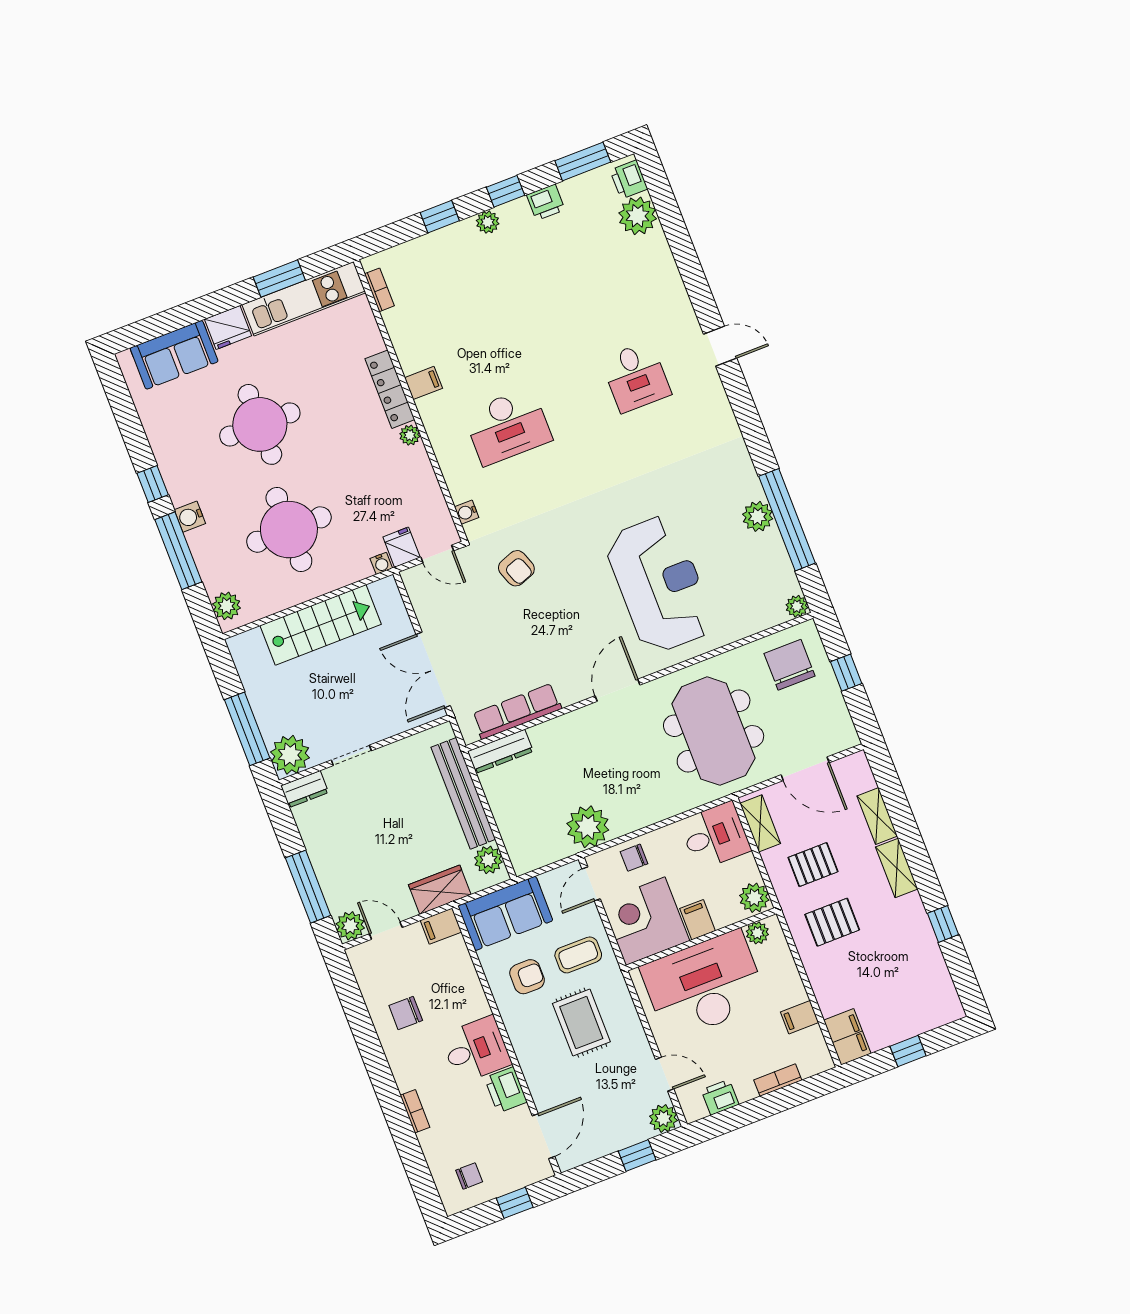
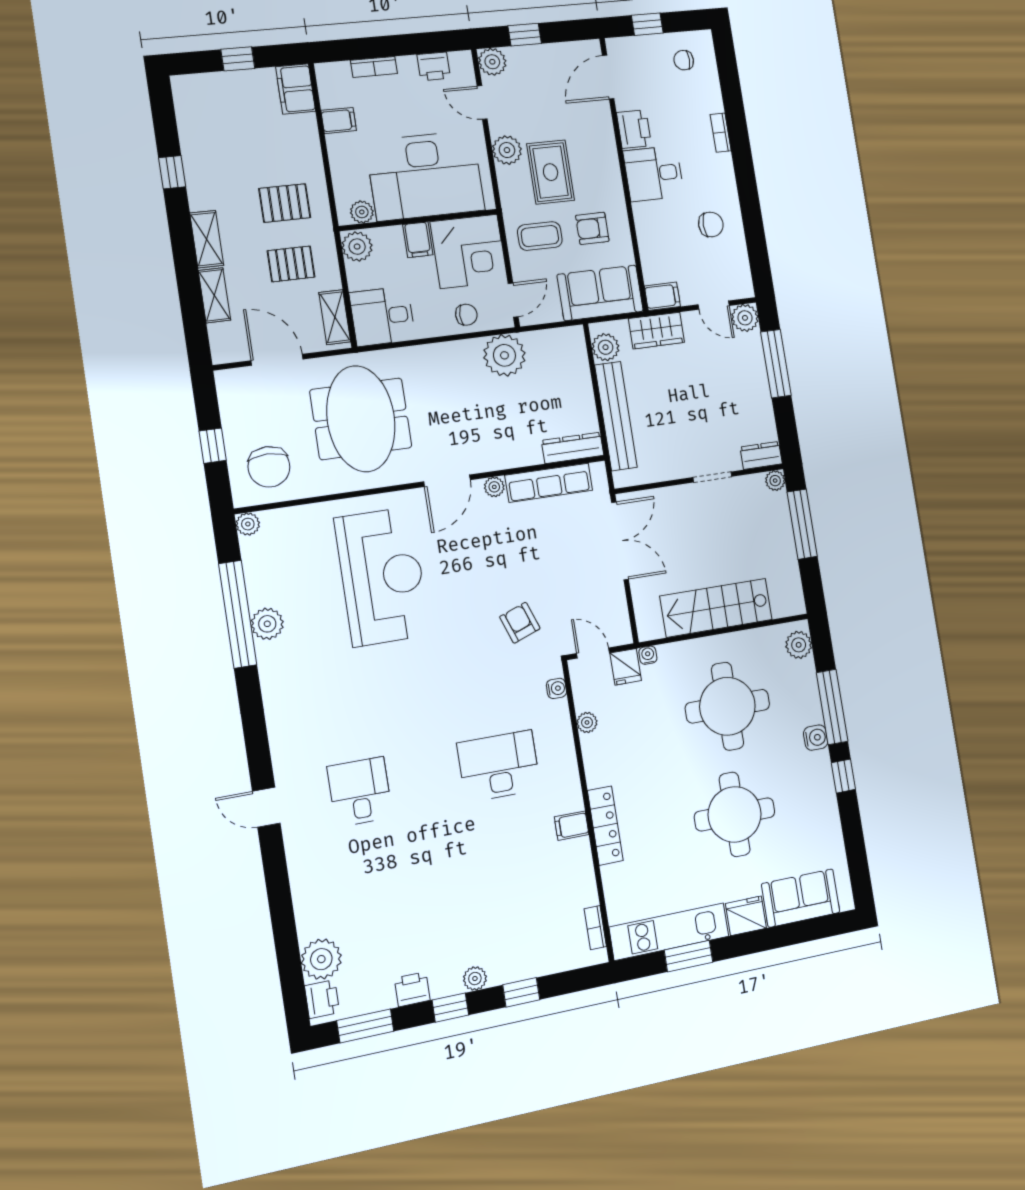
plant: (410, 435) -> (587, 722), moved
reception desk: (660, 584) -> (382, 577), turned 180
plant: (570, 695) -> (494, 487), added
plant: (290, 755) -> (775, 481), width x0.53, depth x0.53
plant: (630, 1033) -> (507, 150), added

